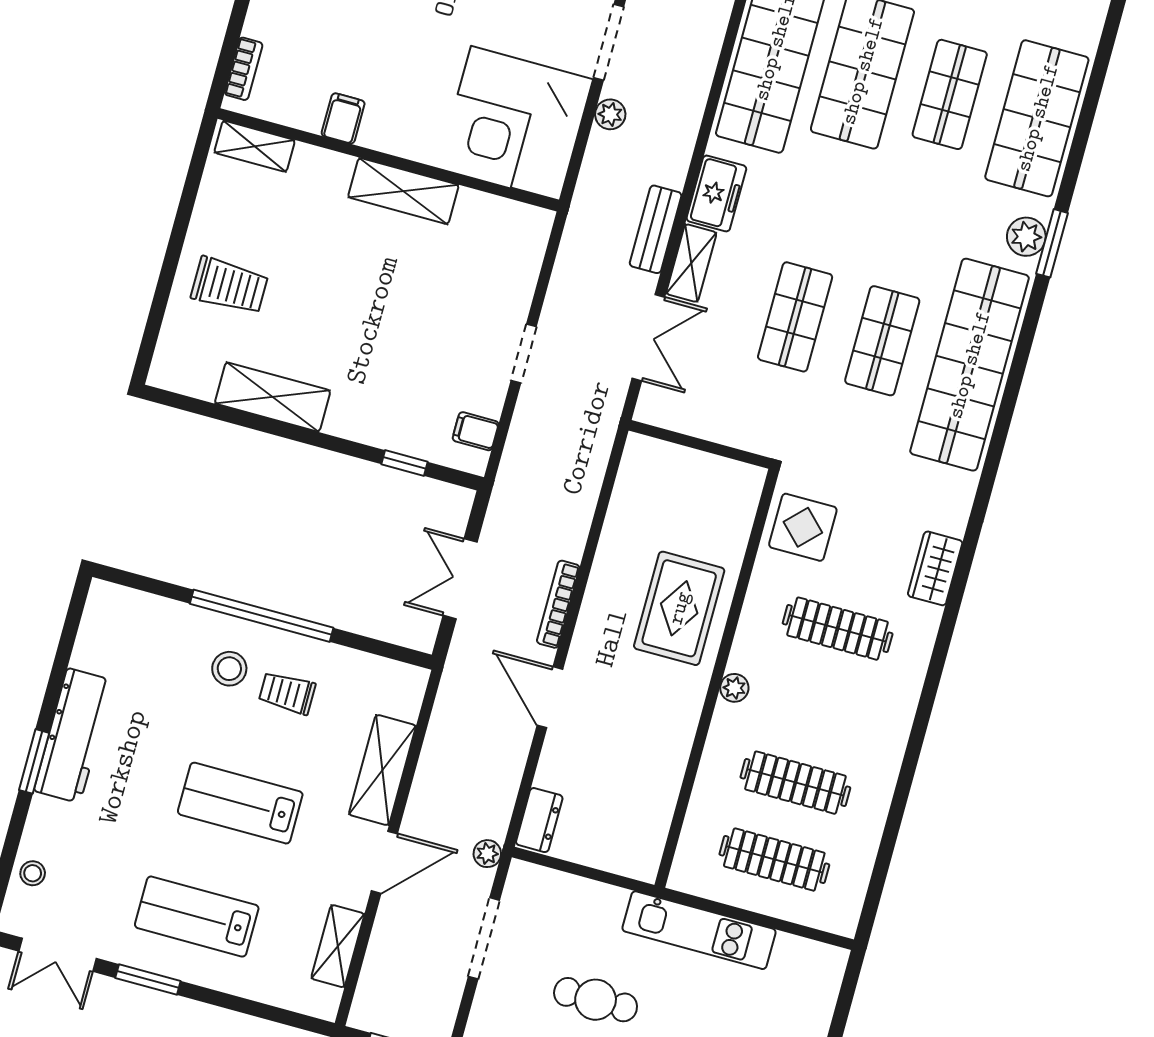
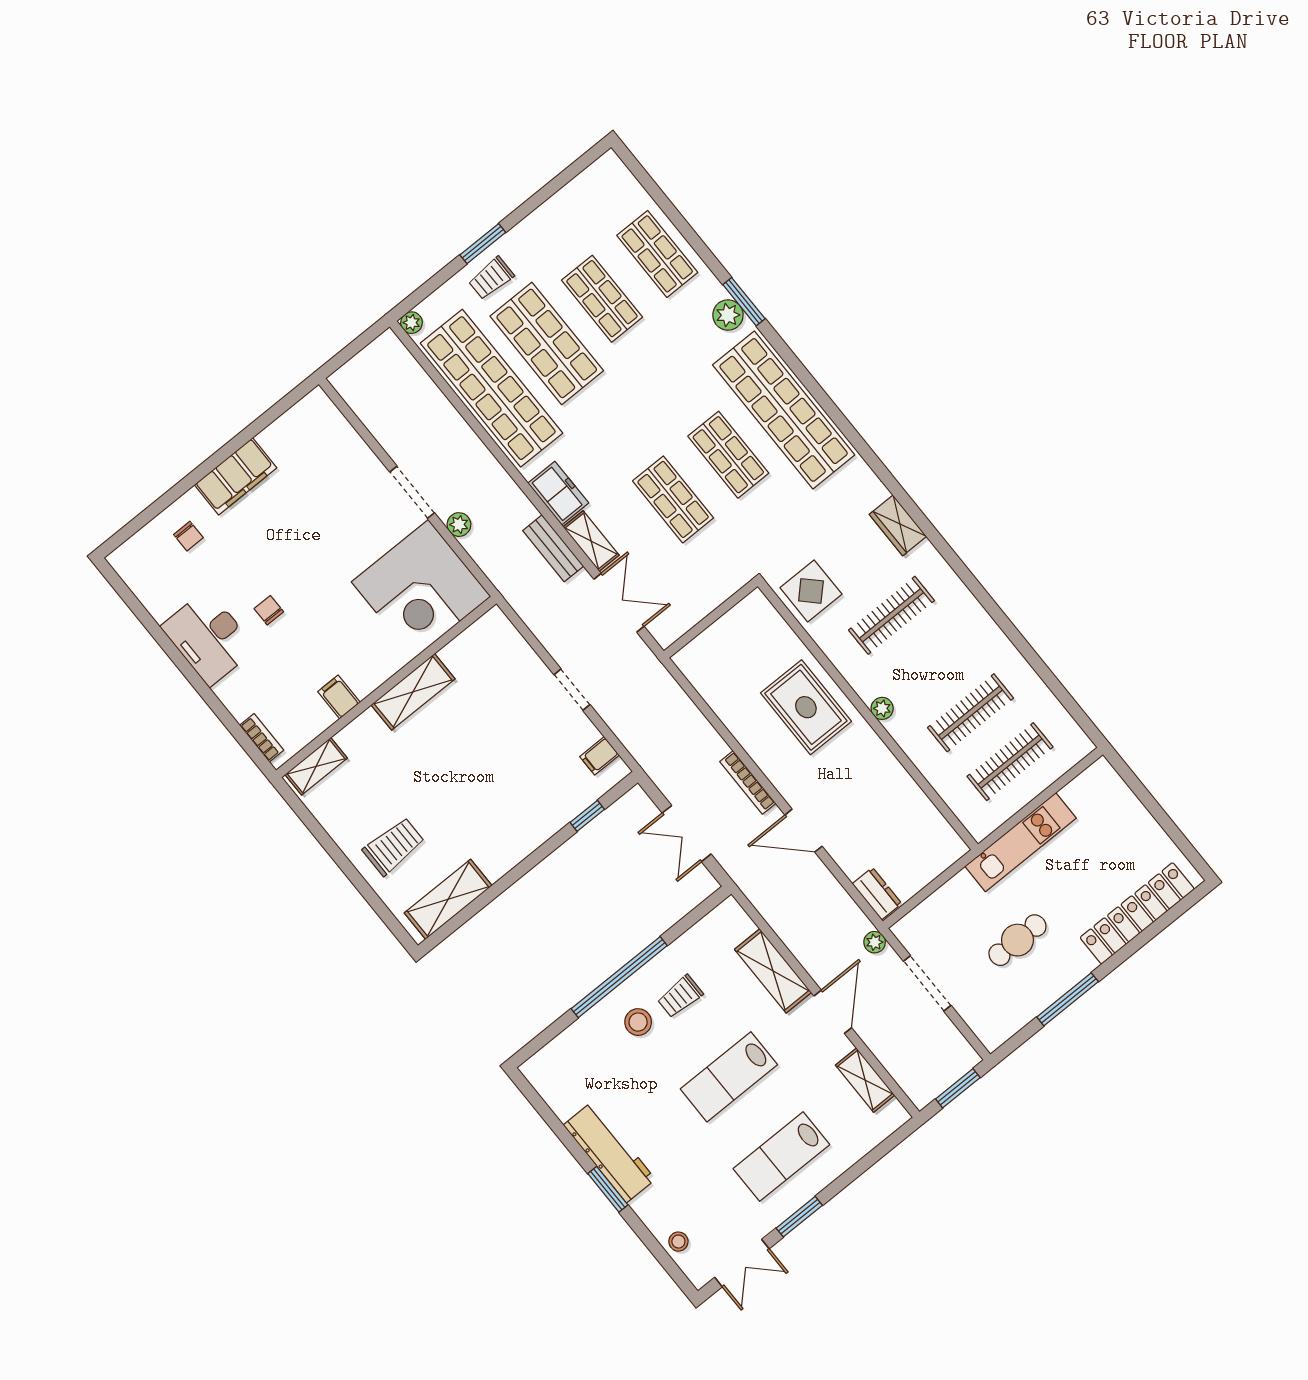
shop shelf: (1037, 118) -> (657, 254), width x0.70, depth x0.74
shelving: (273, 397) -> (448, 899), moved

